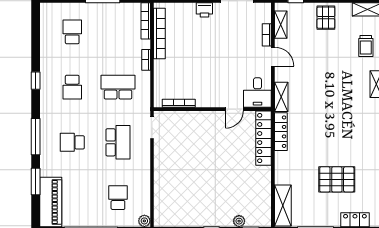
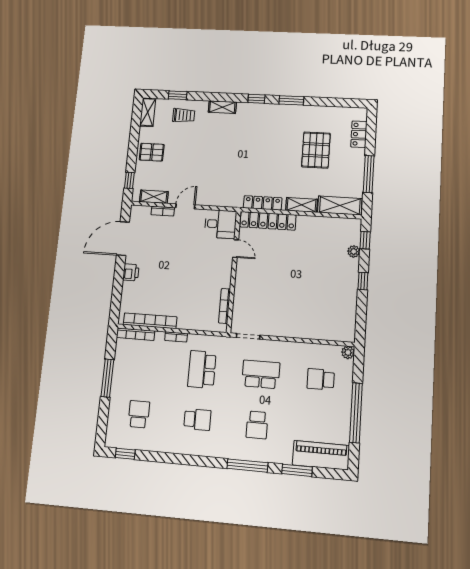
school desk: (72, 32) -> (139, 414), turned 90
window: (36, 81) -> (125, 454), moved
shelving: (281, 97) -> (302, 205), moved

